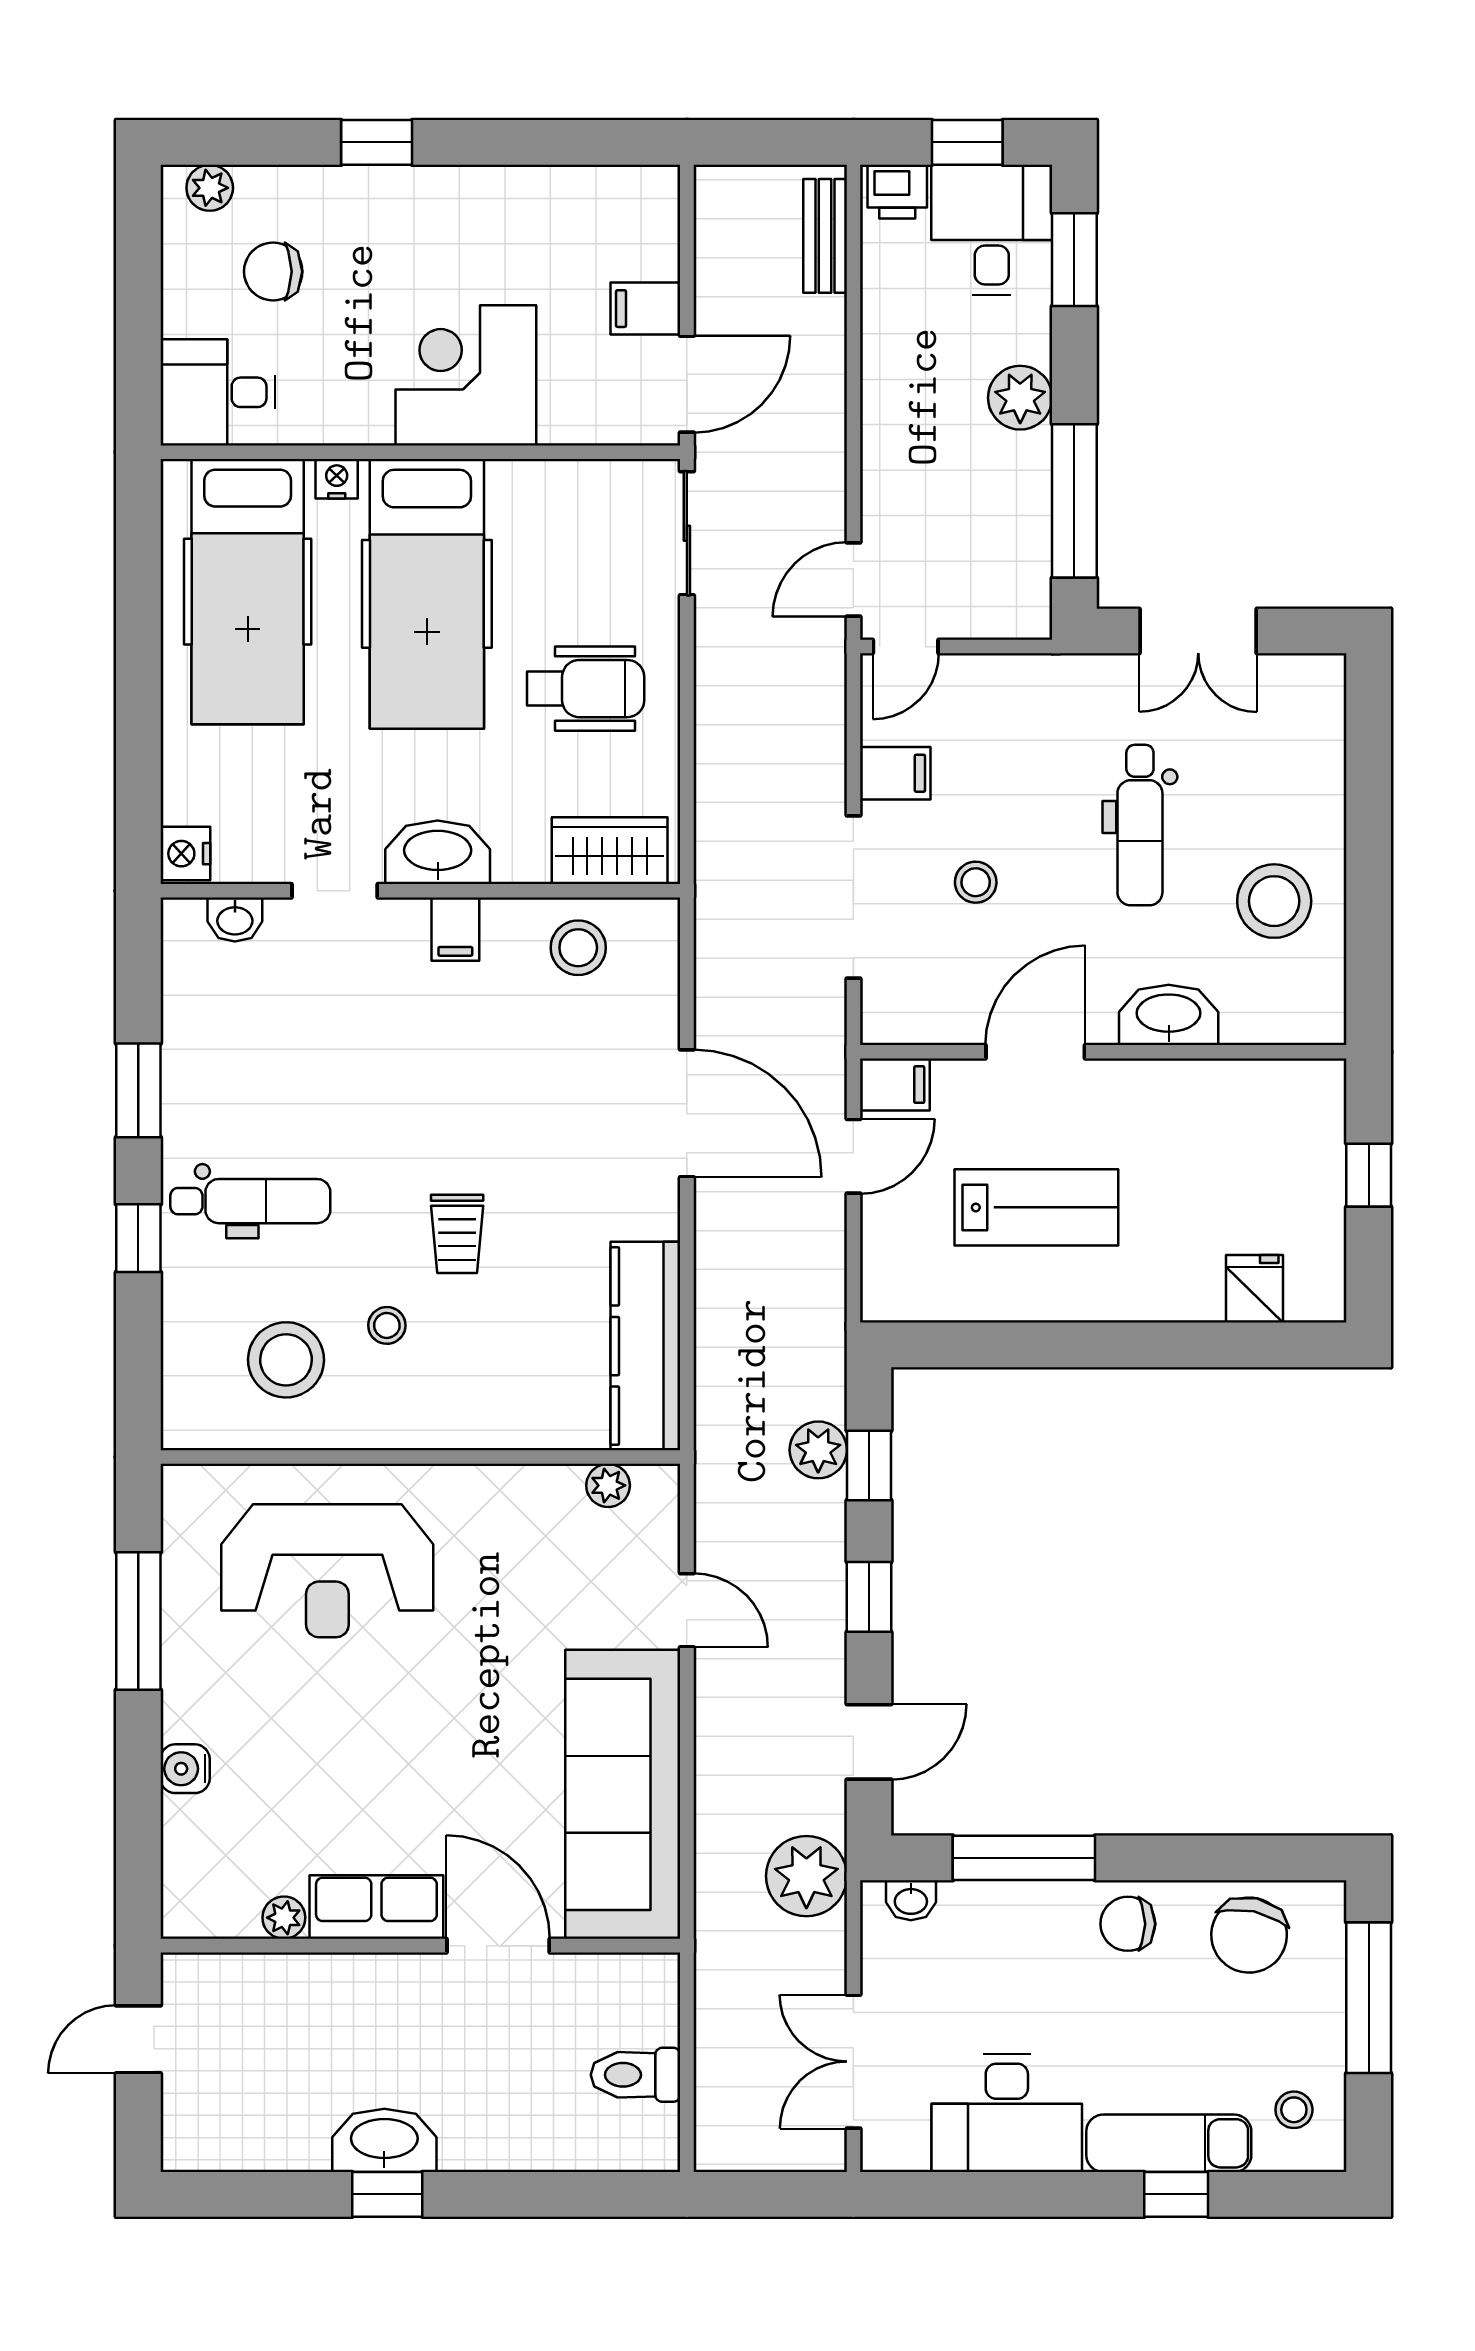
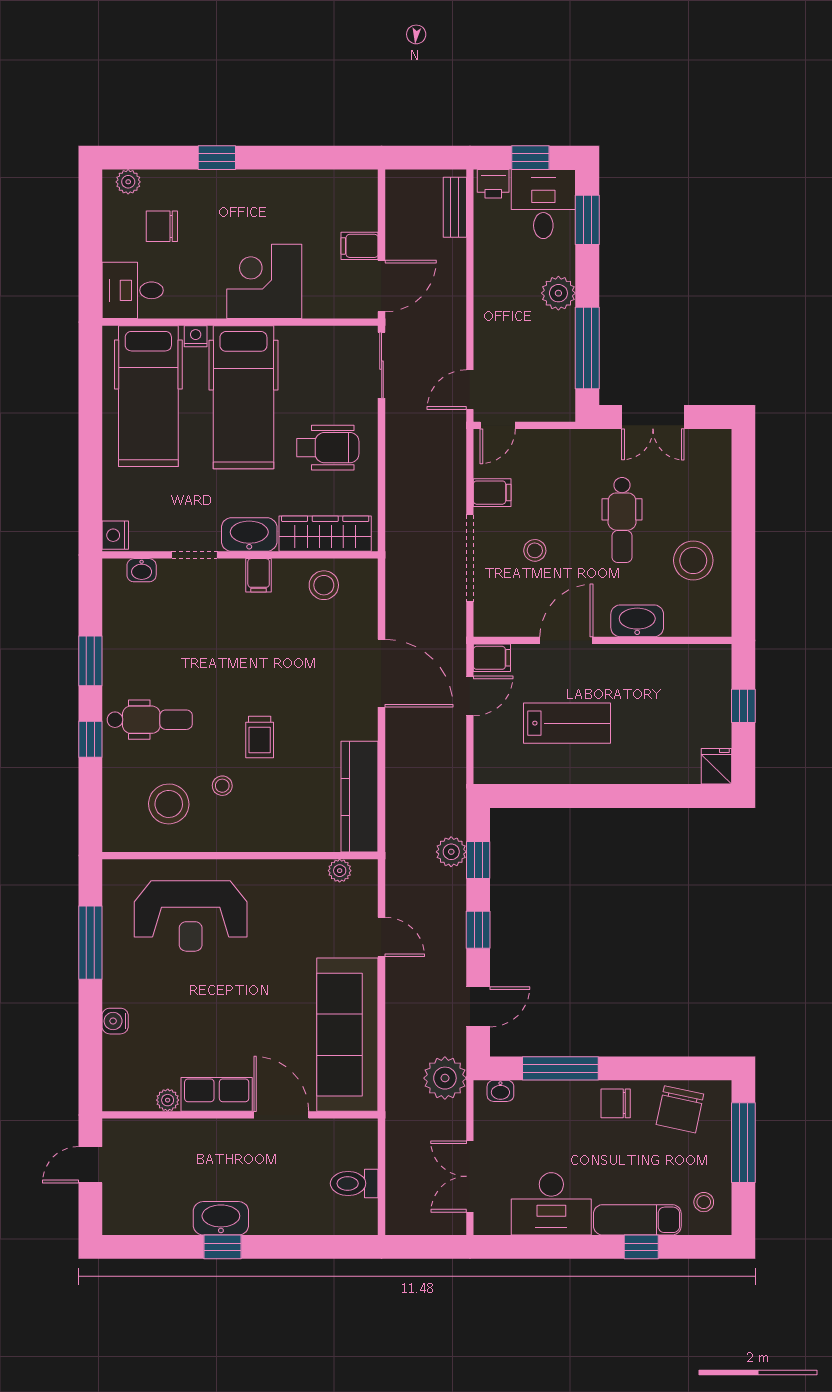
wardrobe: (610, 851) -> (325, 534), width x1.50
fridge: (1254, 1289) -> (717, 766), moved

